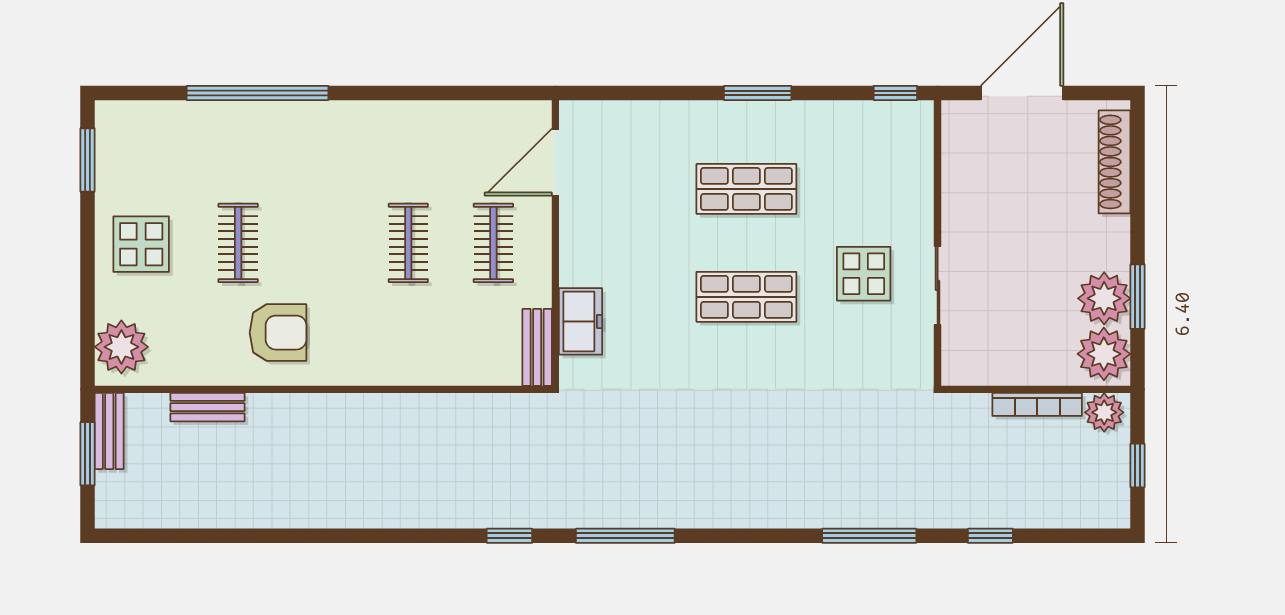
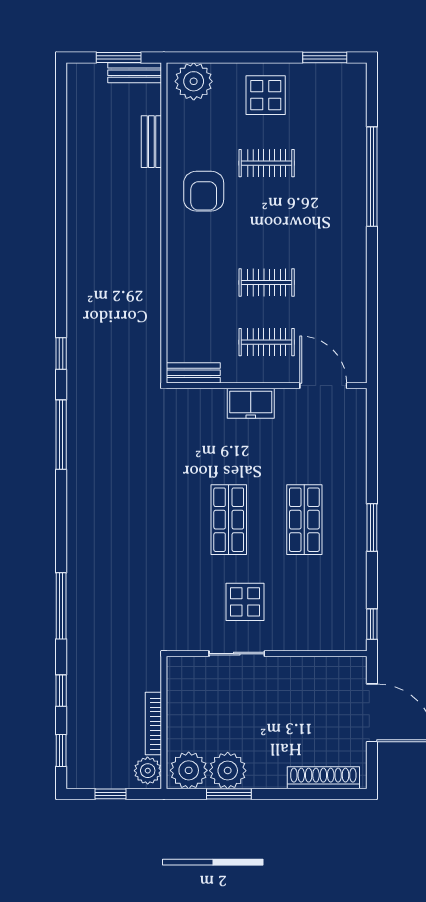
freezer: (581, 321) -> (251, 403), moved
window: (1076, 536) -> (61, 750), added

